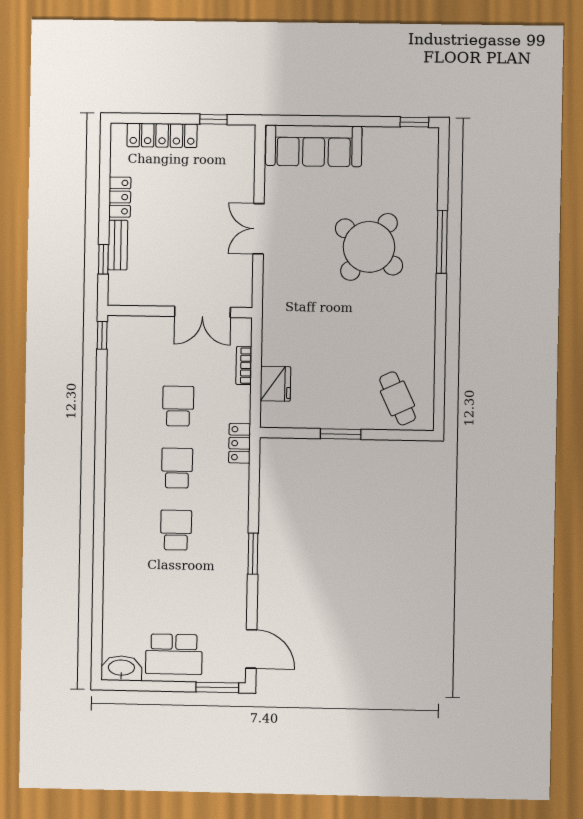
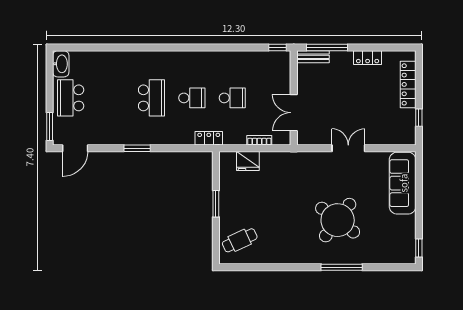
bench: (118, 245) -> (313, 57), moved
window: (103, 259) -> (327, 48), width x2.17
school desk: (176, 530) -> (151, 98), width x1.85

